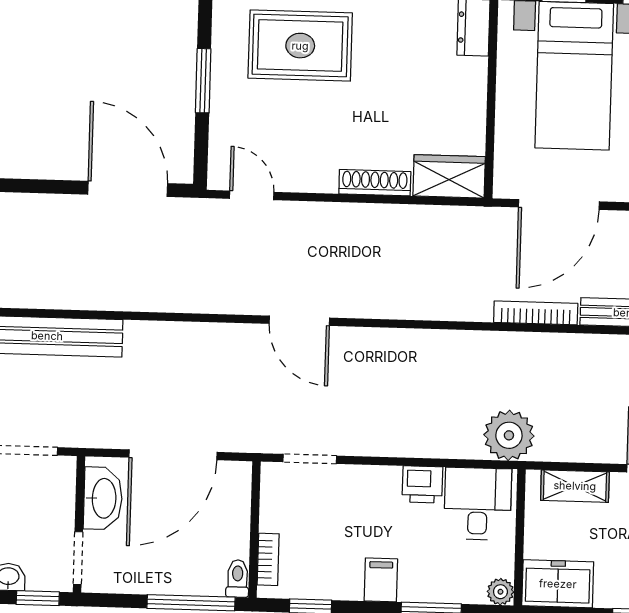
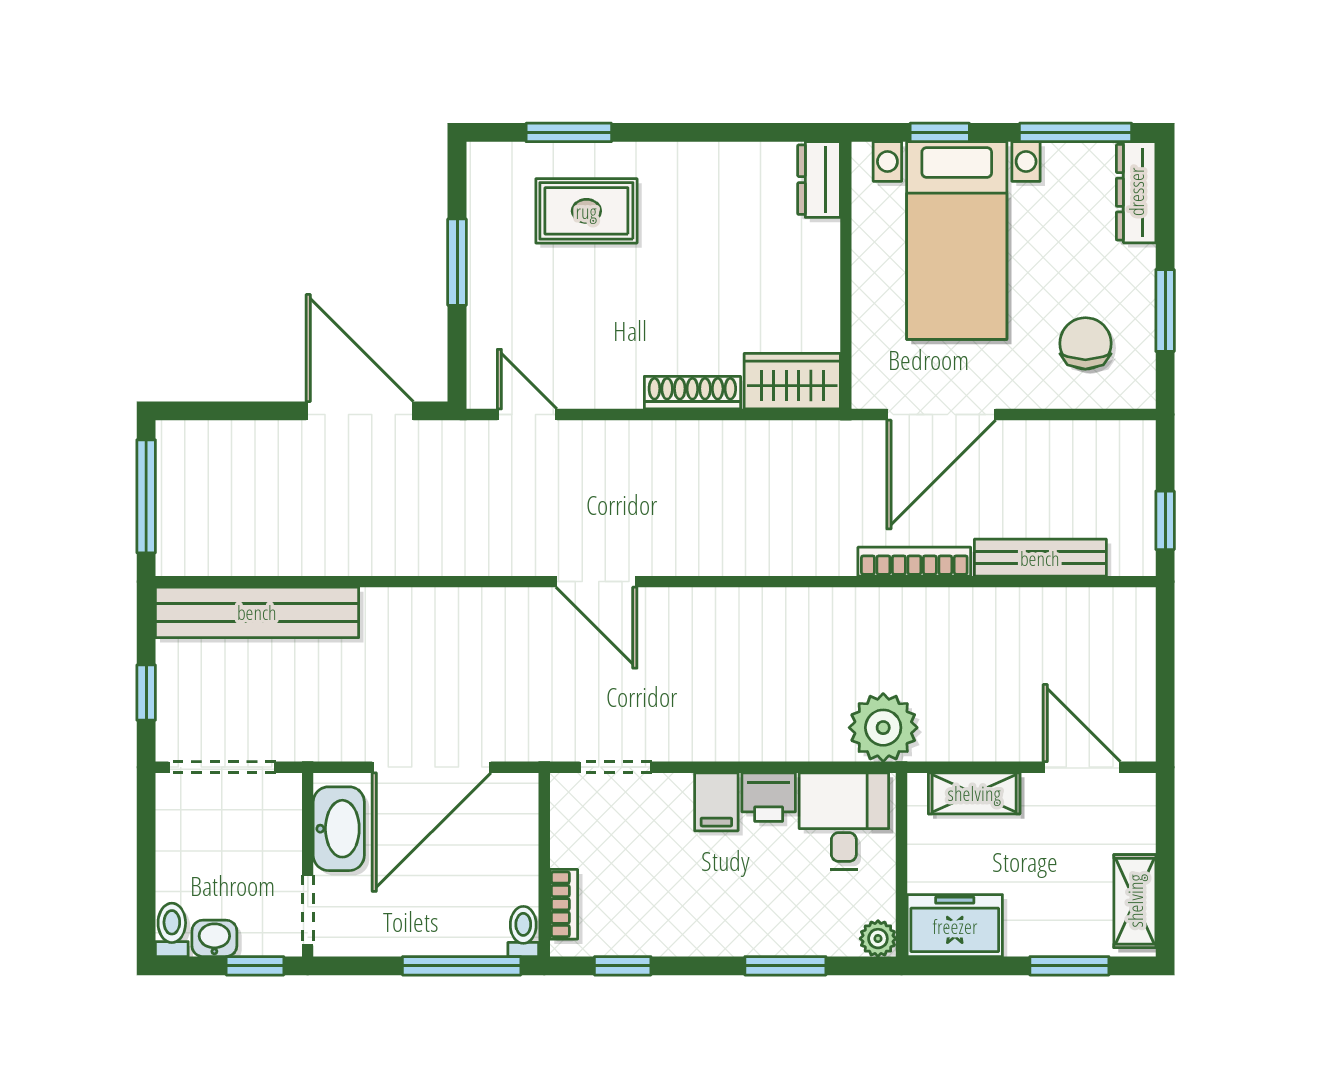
rug: (300, 46) -> (586, 211), width x0.73, depth x0.70
filing cabinet: (381, 580) -> (716, 802), moved, turned 180

